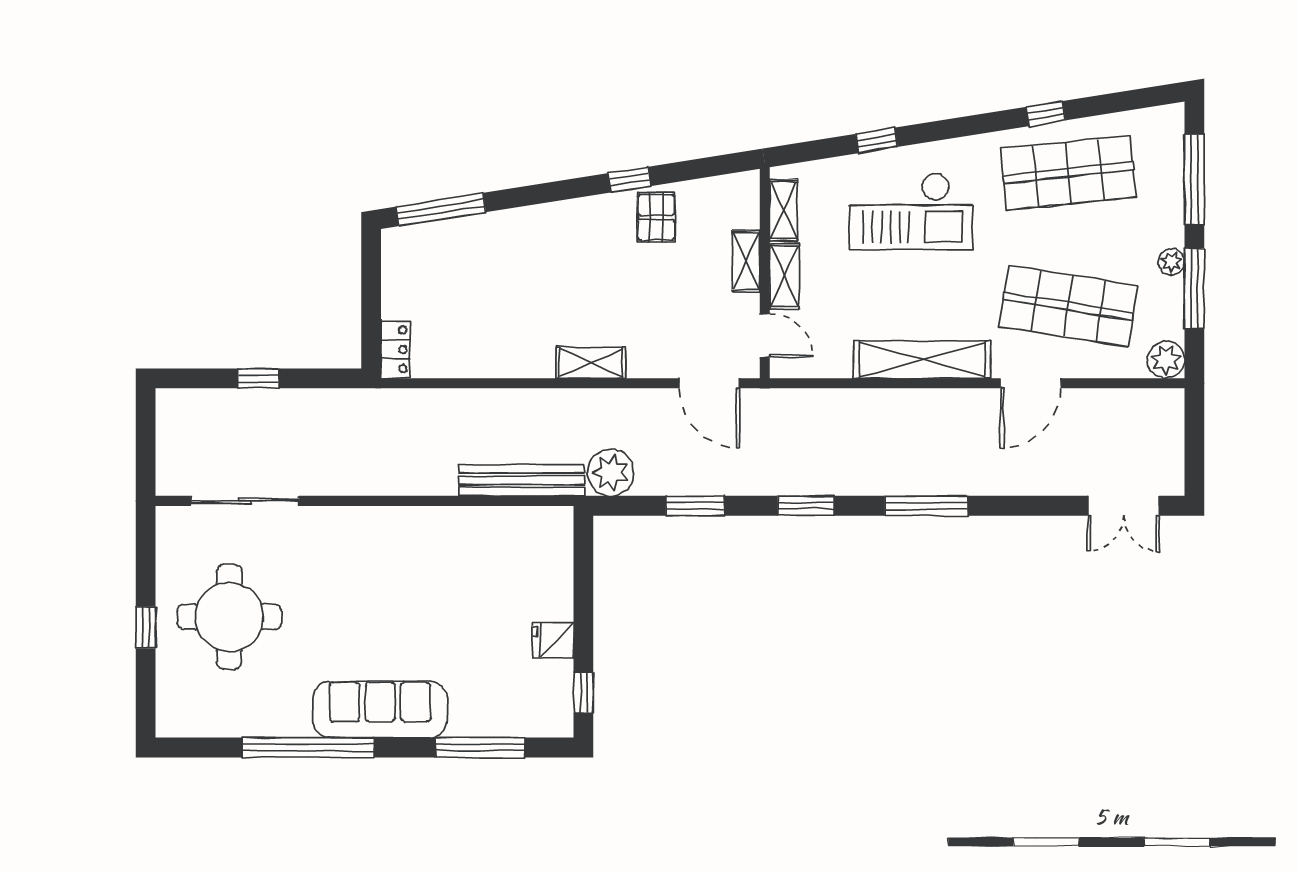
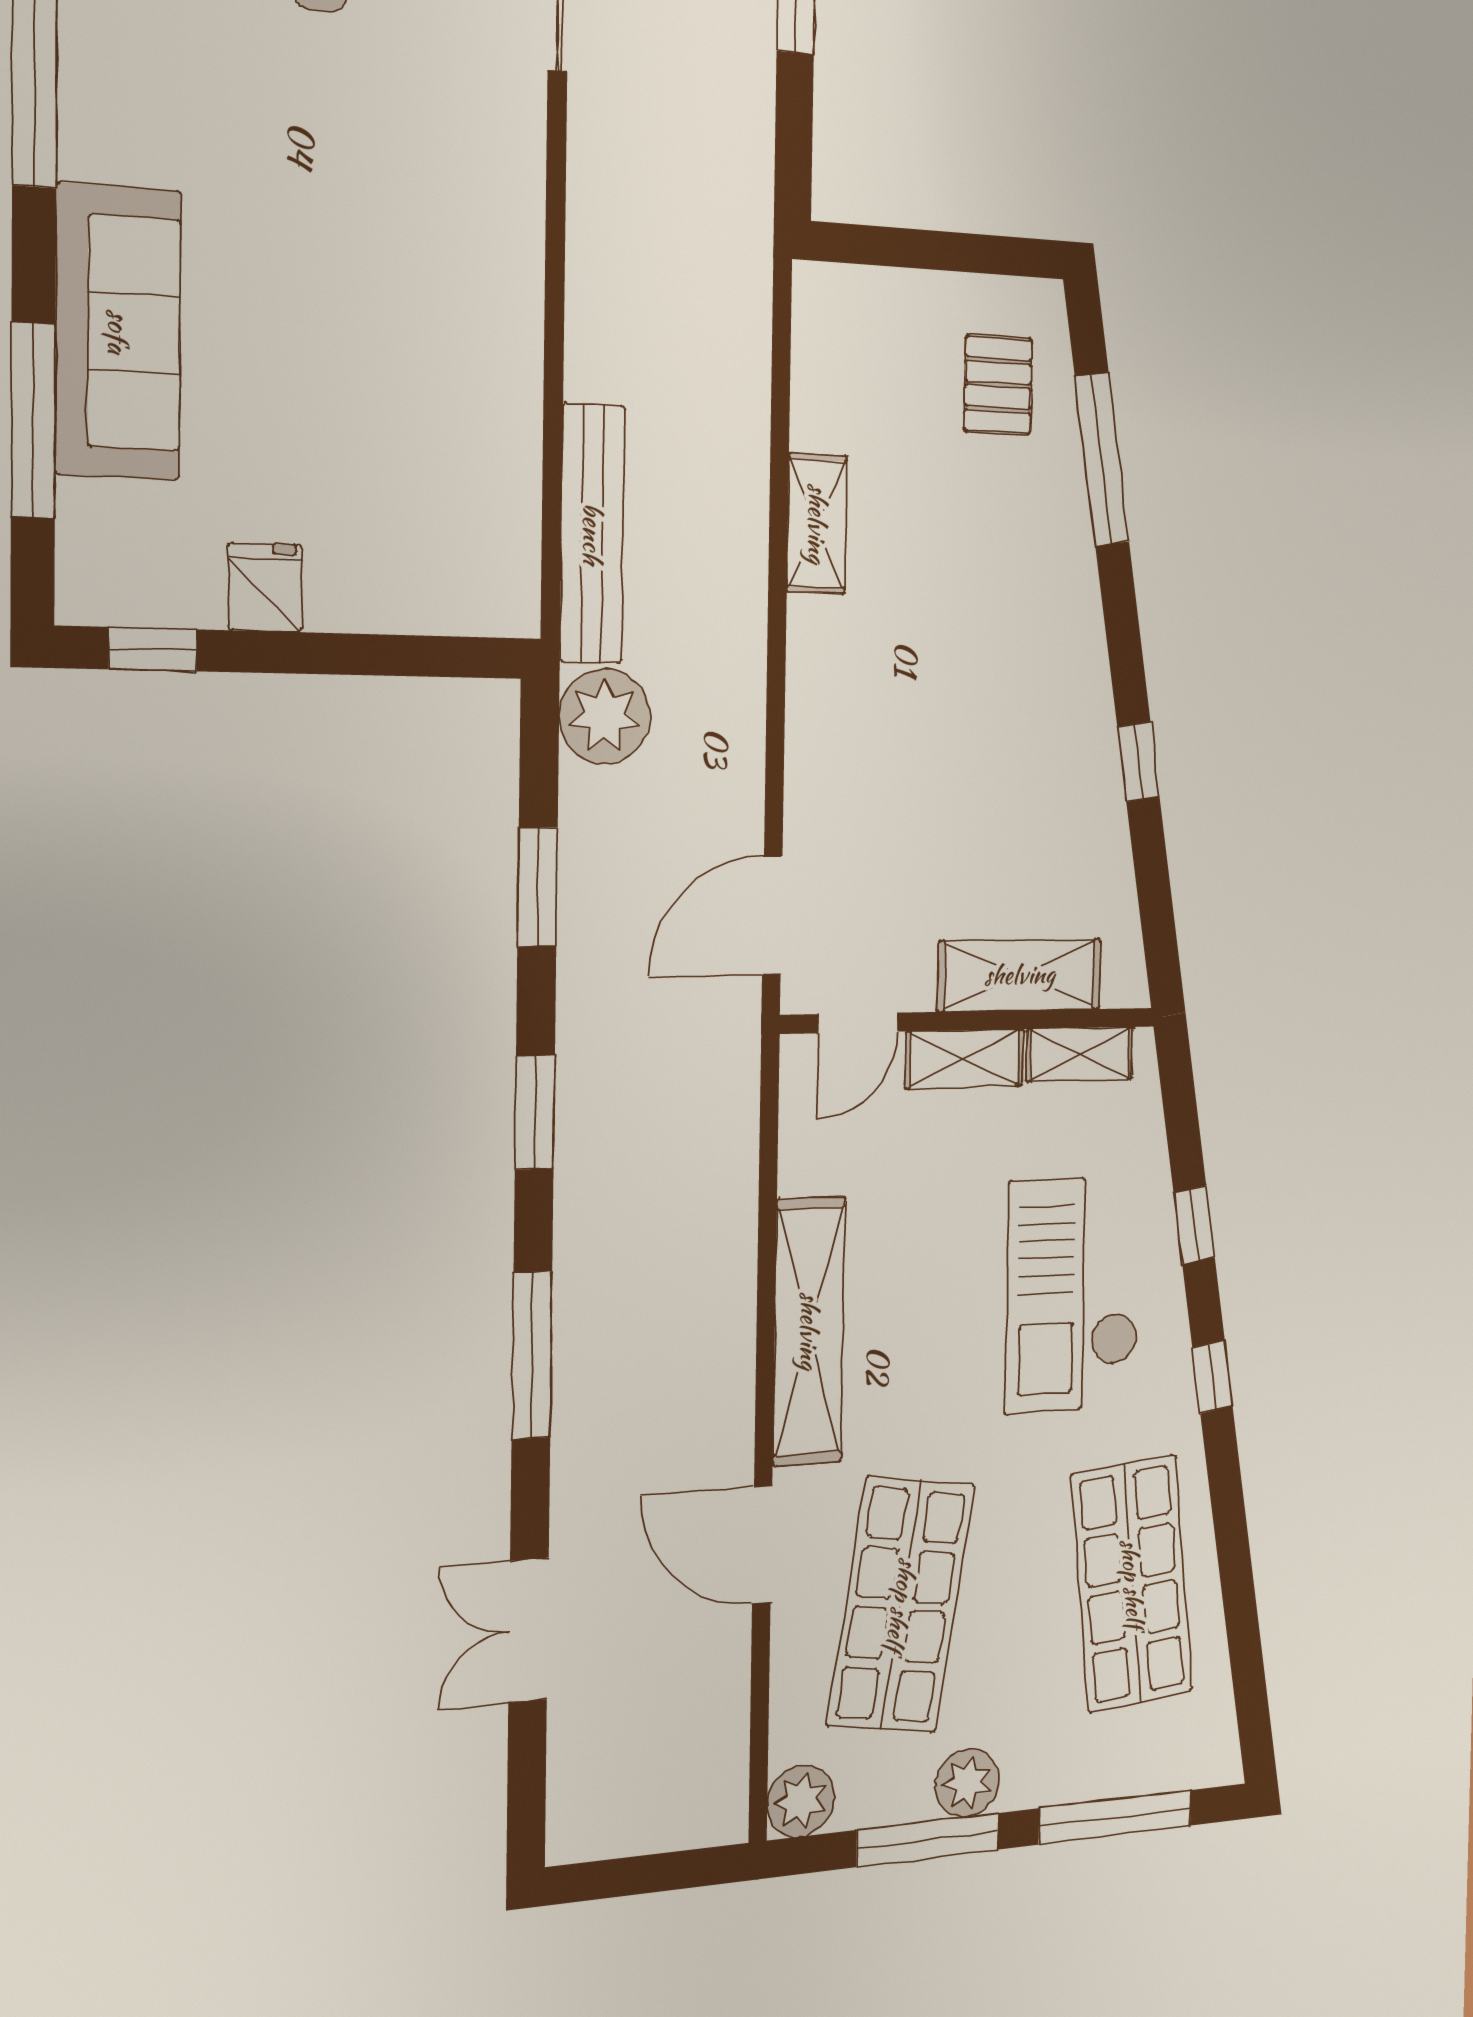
window: (1046, 114) -> (1212, 1377), moved
window: (441, 209) -> (1102, 459), moved
pallet: (656, 217) -> (998, 385), moved, turned 90
shelving: (746, 261) -> (1020, 975), width x1.50, depth x1.33
plant: (1171, 262) -> (967, 1783), width x1.38, depth x1.38
locker: (396, 349) -> (845, 292), removed
shelving: (591, 363) -> (817, 524), moved
double door: (1123, 506) -> (529, 1630), moved
sofa: (380, 709) -> (118, 332), moved

